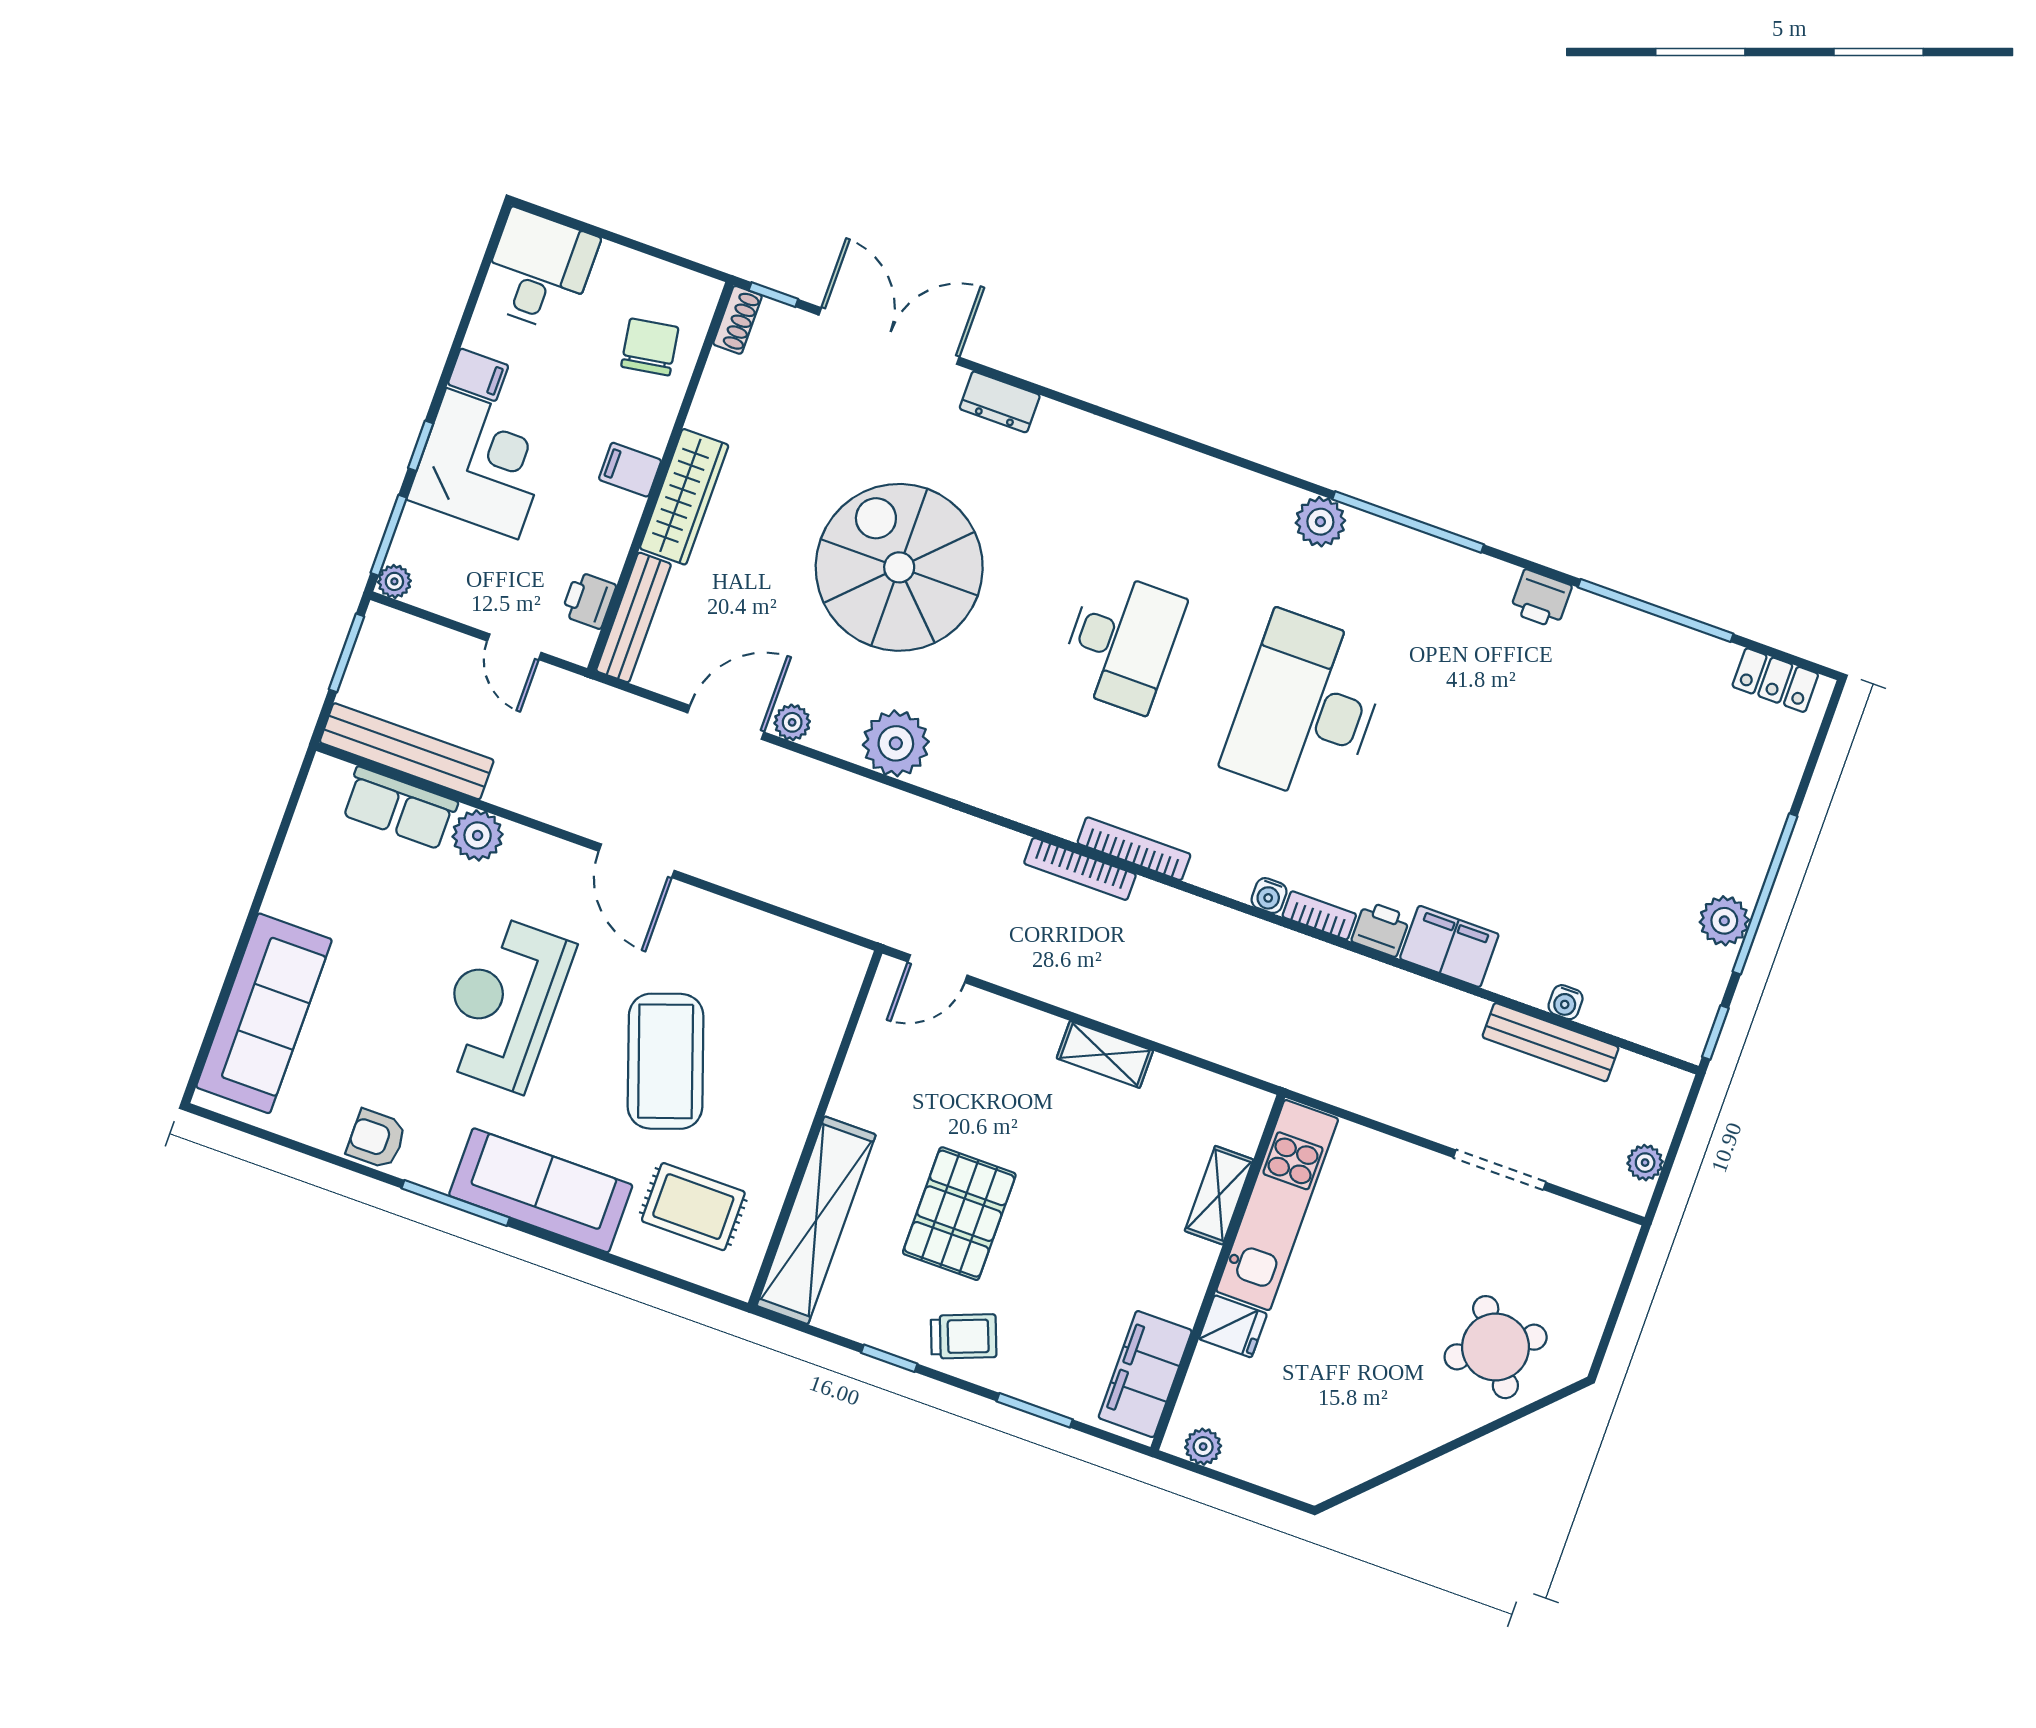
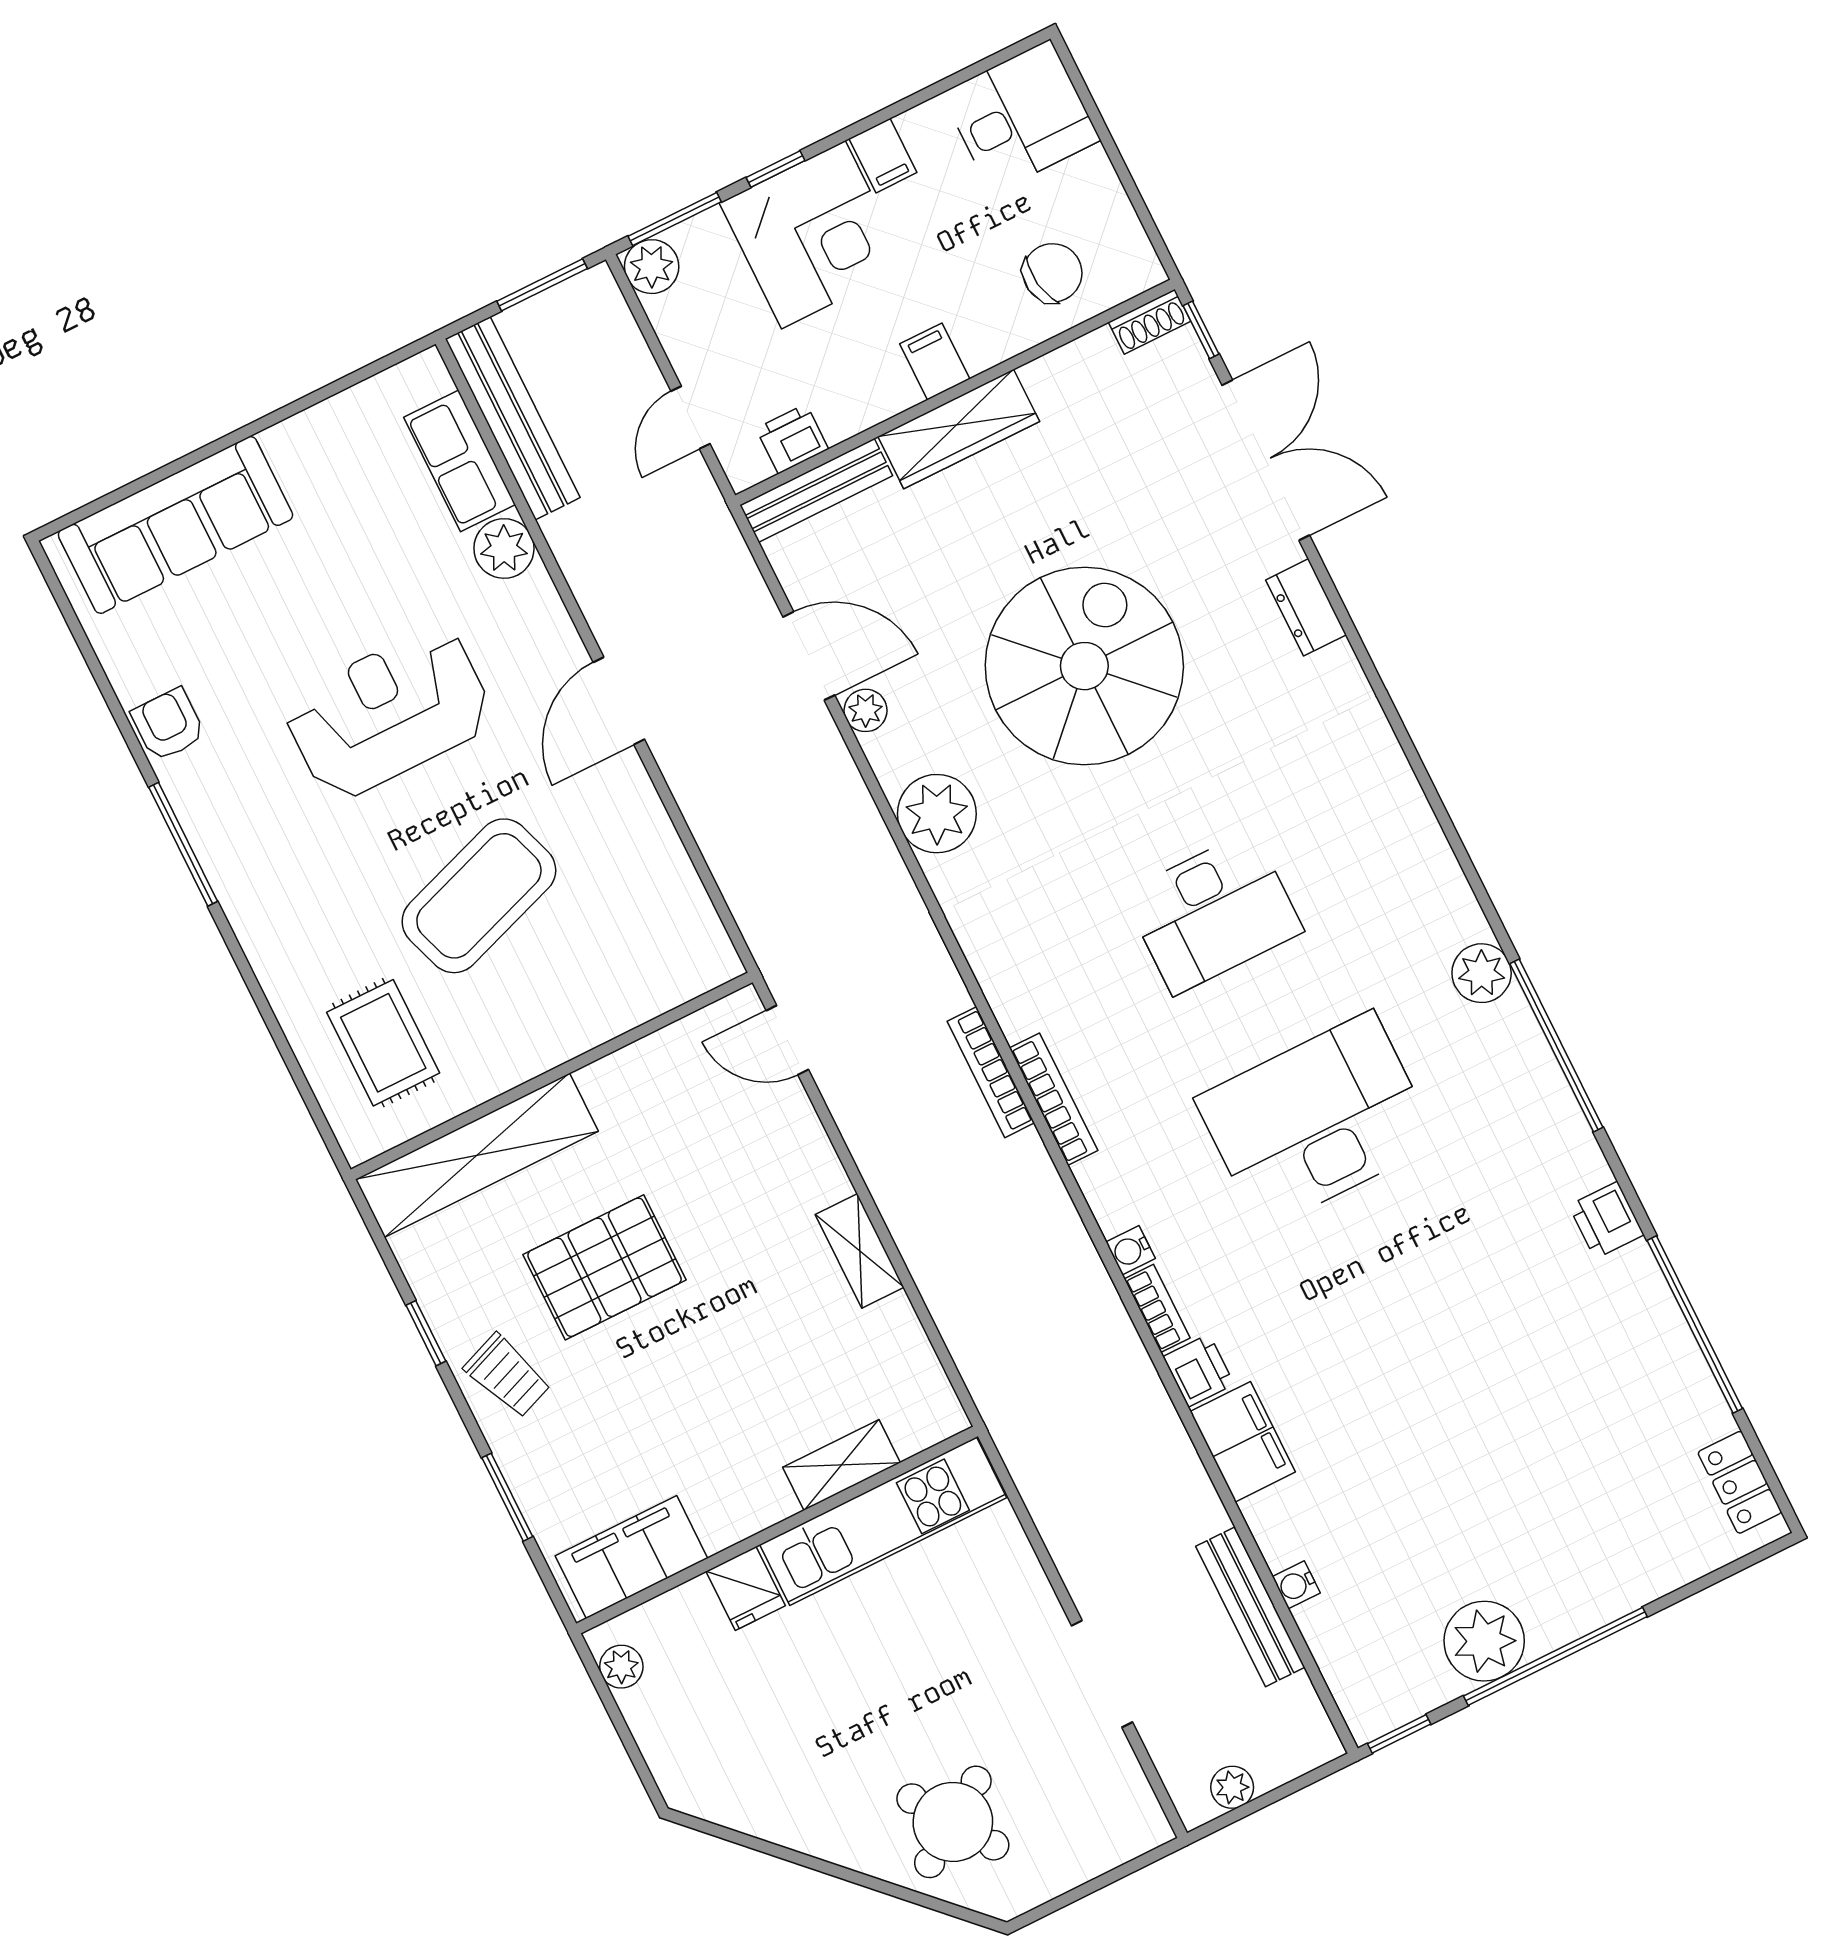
plant: (394, 581) -> (652, 267), width x1.38, depth x1.38
plant: (1724, 921) -> (1484, 1641), width x1.36, depth x1.36
sofa: (541, 1190) -> (266, 903), removed

